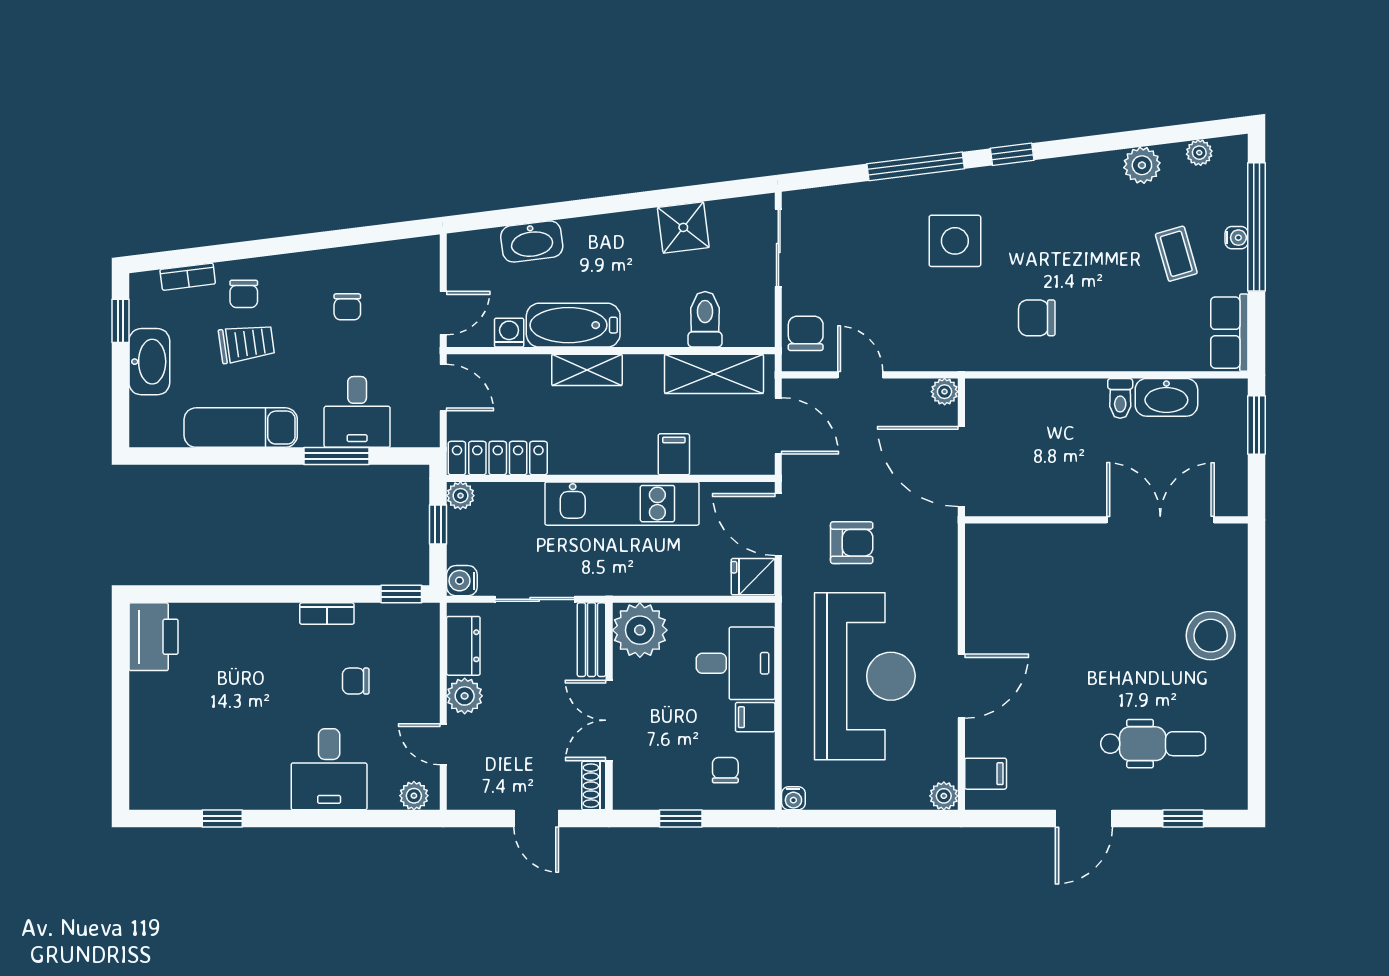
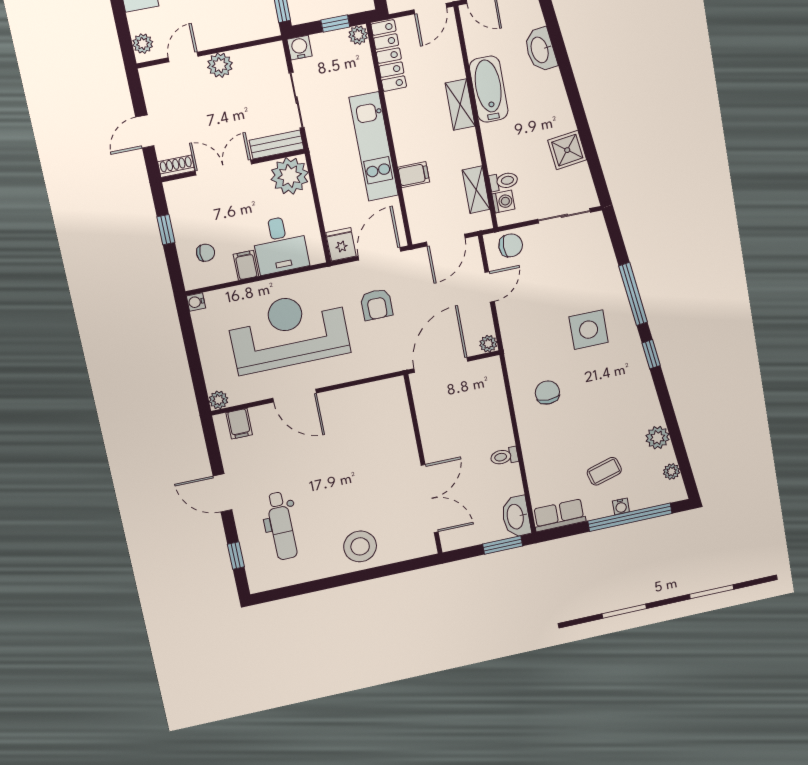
toilet: (705, 319) -> (504, 181), width x0.73, depth x0.72
washing machine: (509, 333) -> (503, 202), moved
shelving: (714, 374) -> (476, 190), width x0.67, depth x0.75
washbasin: (1166, 397) -> (516, 517), moved
dresser: (463, 646) -> (255, 57), removed
reception desk: (865, 676) -> (288, 332), turned 180

